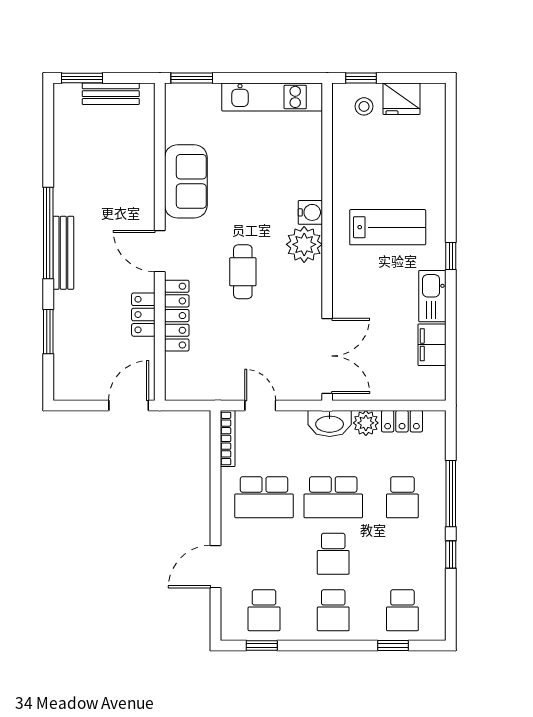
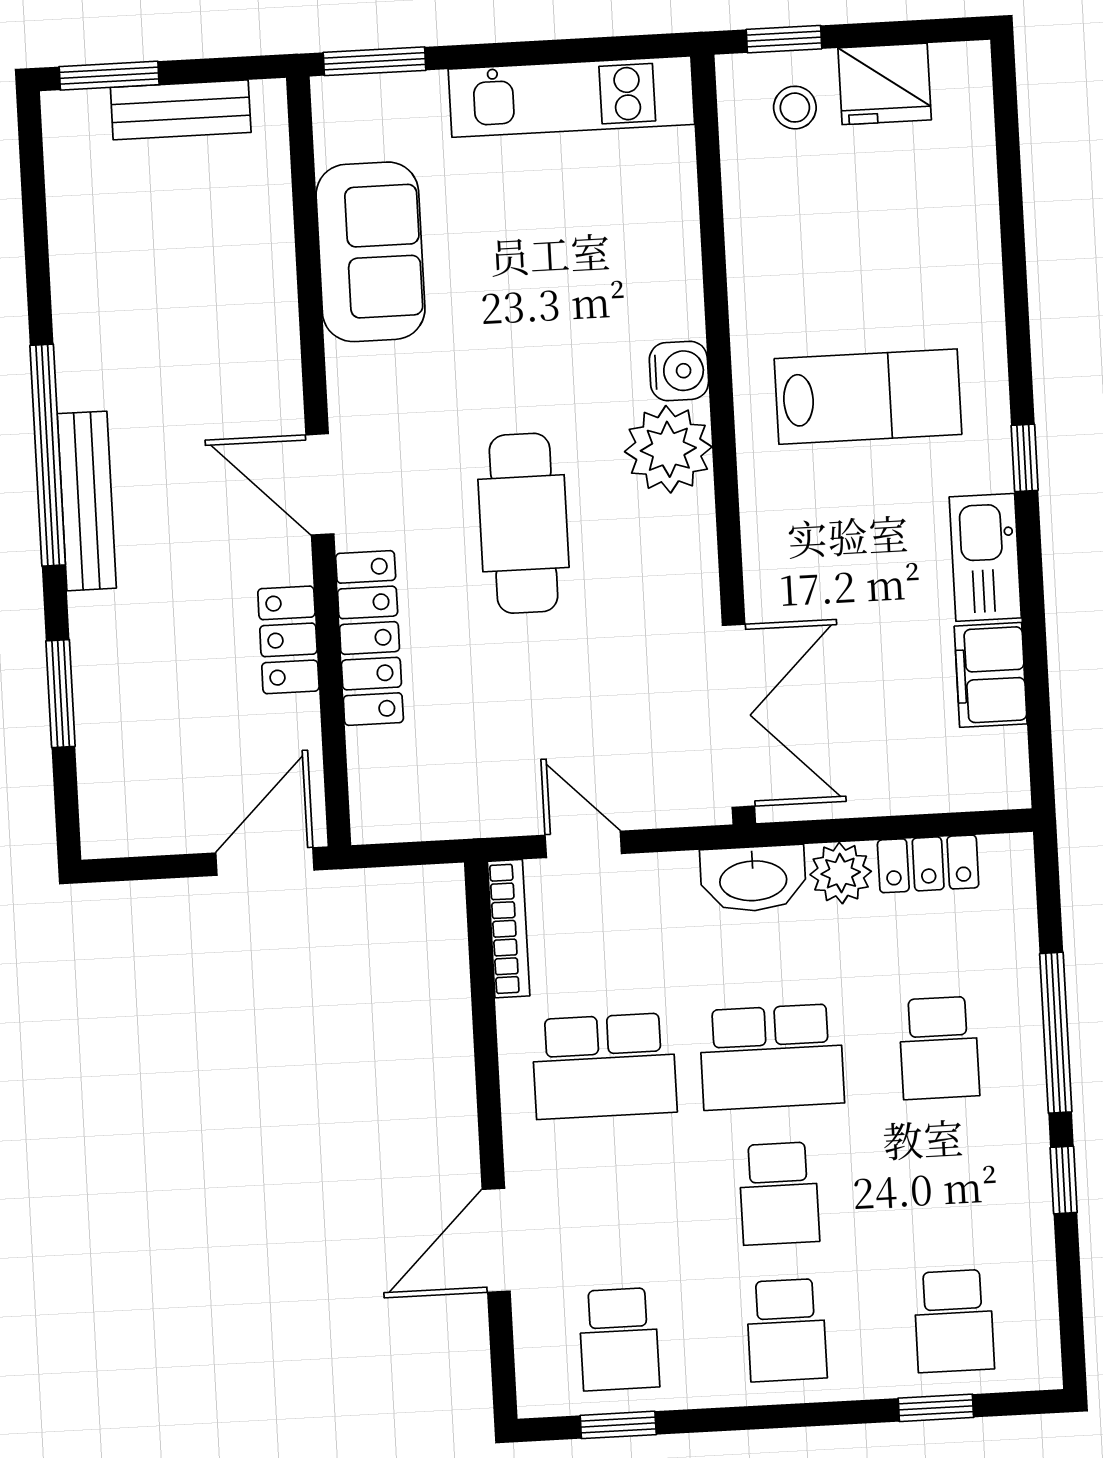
sofa: (186, 181) -> (370, 252), moved
cafe table: (243, 272) -> (524, 523), width x1.37, depth x1.35

